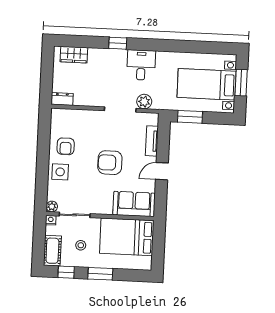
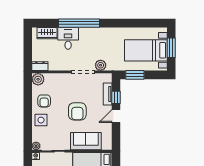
window: (118, 43) -> (79, 23), width x3.17
desk: (141, 65) -> (68, 38), moved
plant: (59, 117) -> (38, 79), added
window: (163, 146) -> (116, 97), added
armchair: (110, 163) -> (77, 111), turned -90
sofa: (134, 204) -> (86, 141), moved

